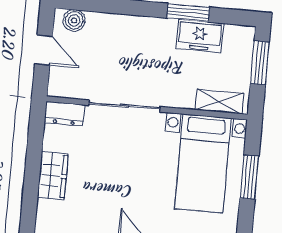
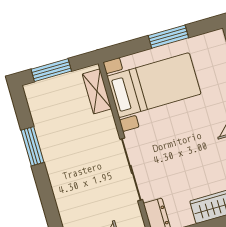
freezer: (200, 36) -> (48, 129), removed
window: (249, 177) -> (168, 37), moved

